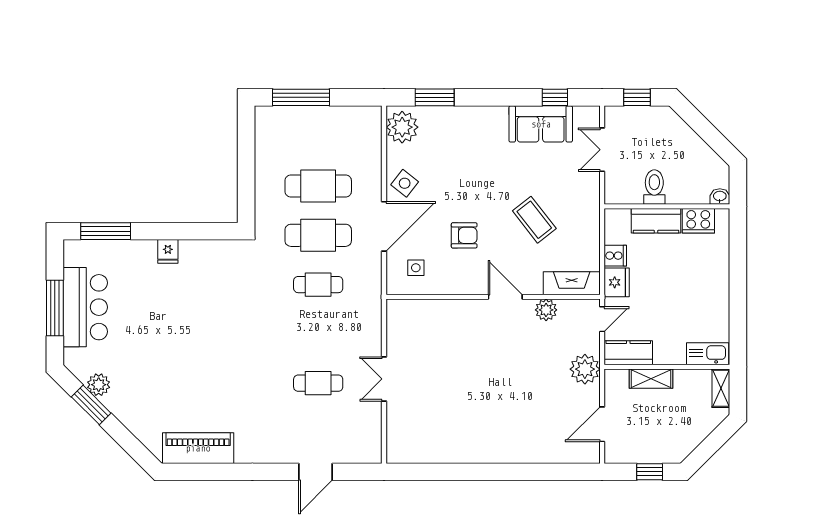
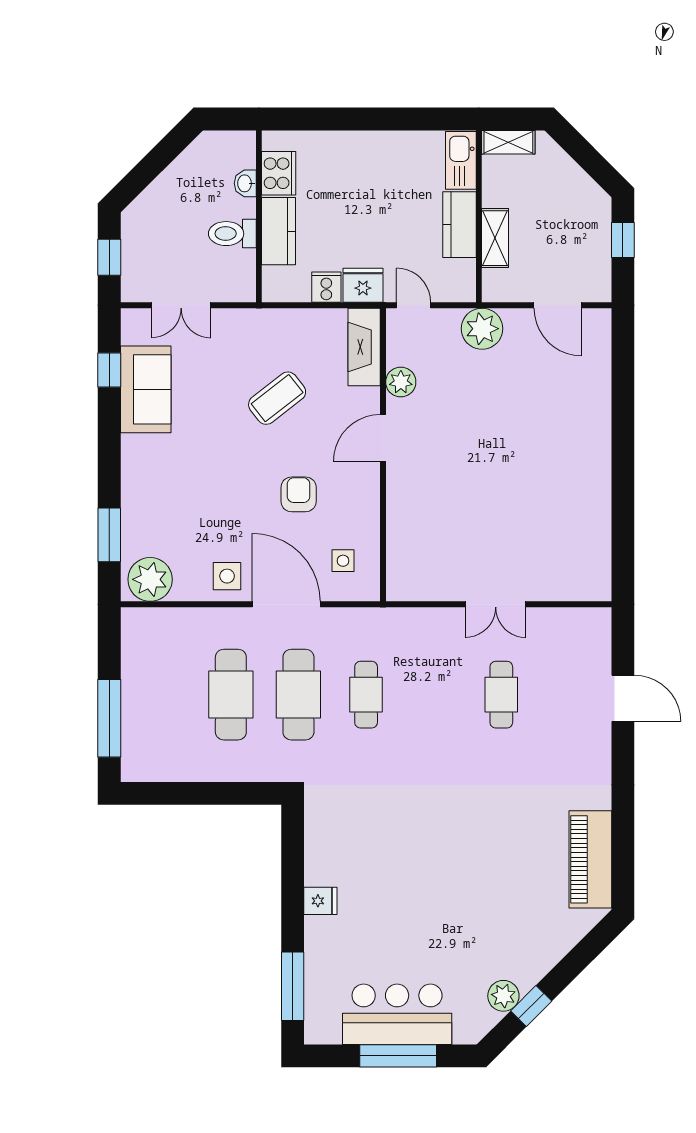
side table: (405, 183) -> (227, 576), turned -38
washbasin: (720, 196) -> (245, 183), moved
kitchen counter: (628, 353) -> (460, 225), moved
window: (91, 405) -> (531, 1006), width x0.67

